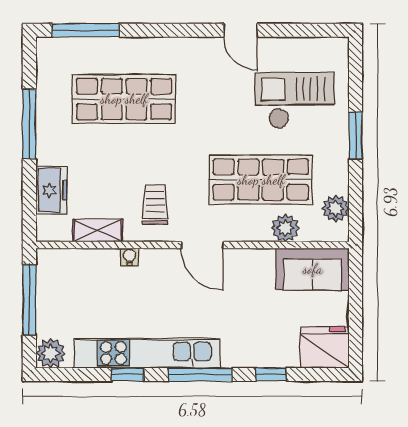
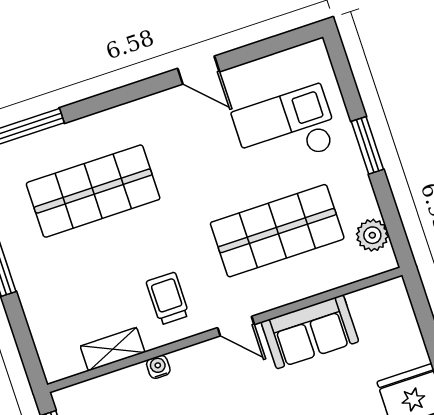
freezer: (51, 190) -> (45, 321), removed
plant: (285, 228) -> (323, 276), removed
door: (202, 245) -> (236, 326), width x0.73
sofa: (313, 269) -> (310, 332), moved

